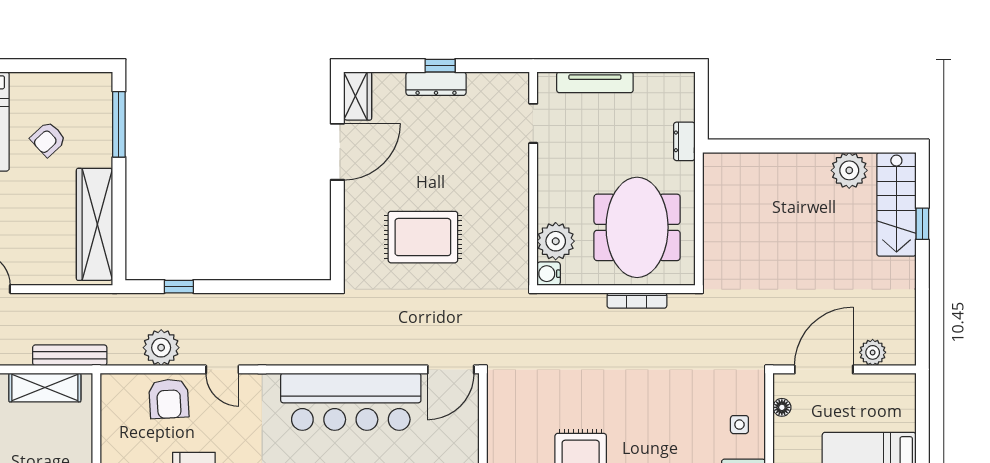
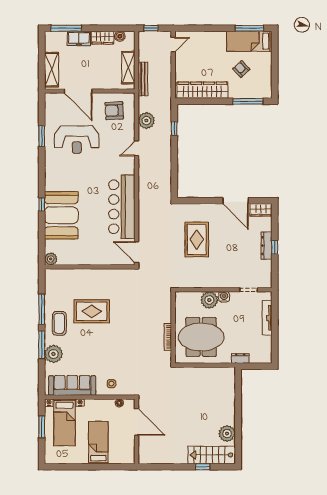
plant: (556, 241) -> (209, 300), moved
water cooler: (549, 274) -> (224, 297), moved
plant: (873, 352) -> (144, 444), removed
armchair: (169, 399) -> (114, 111), moved

